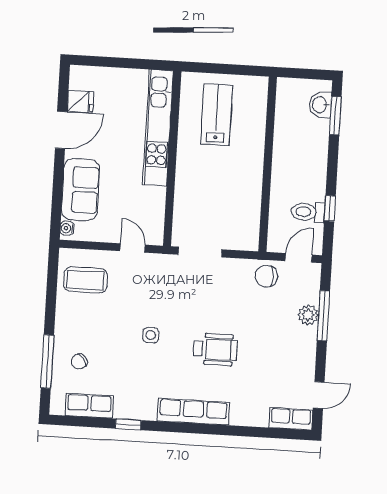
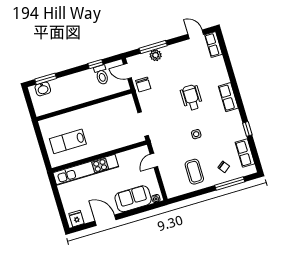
fridge: (80, 102) -> (76, 219), moved
coffee table: (86, 280) -> (194, 172), moved
row of seats: (193, 412) -> (228, 97), width x0.68

